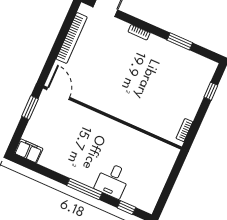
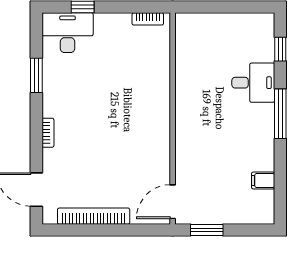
desk: (199, 74) -> (68, 33), added
filing cabinet: (29, 151) -> (263, 180), moved, width x0.50

